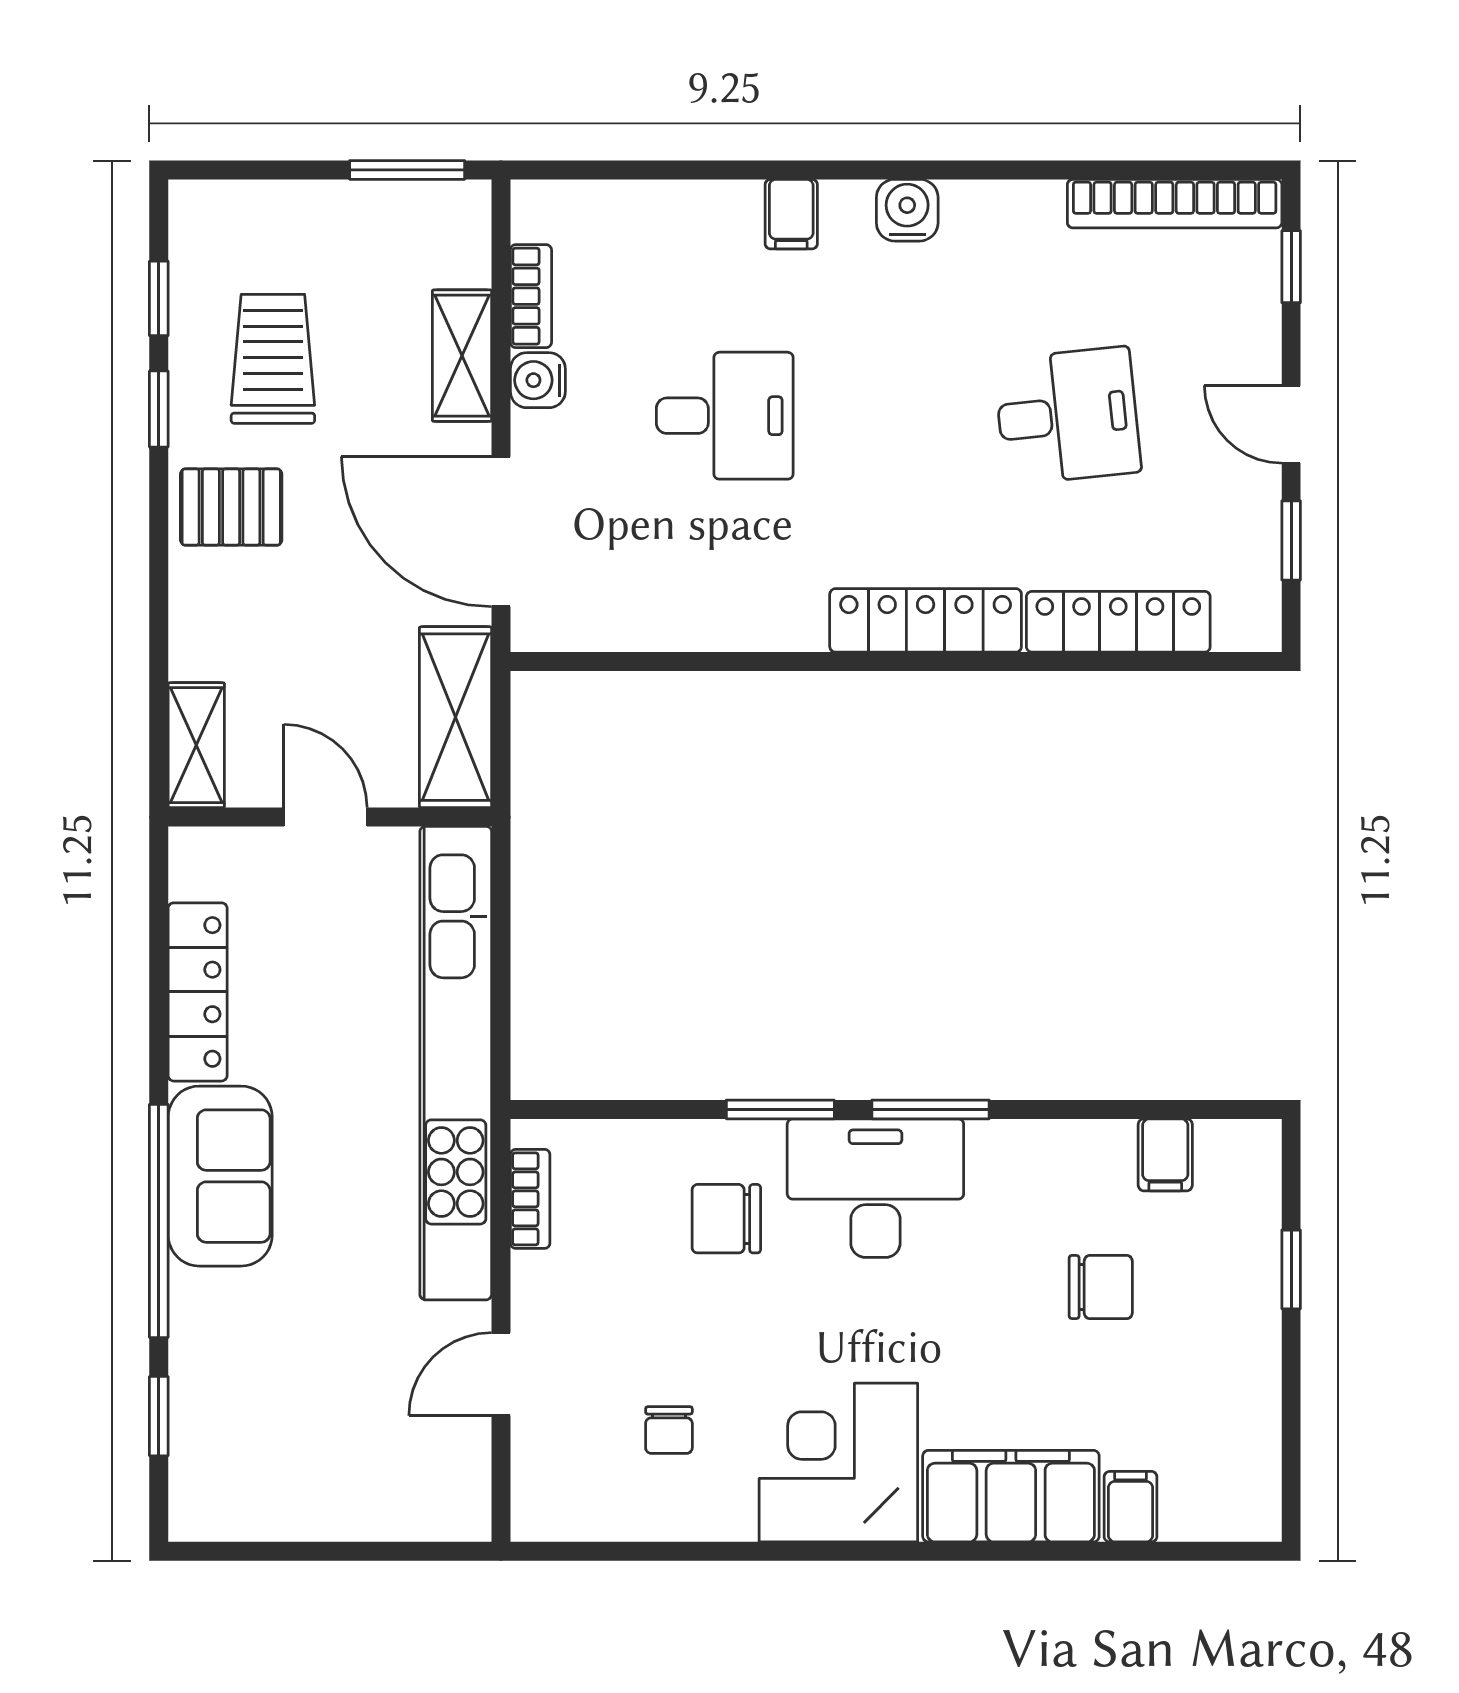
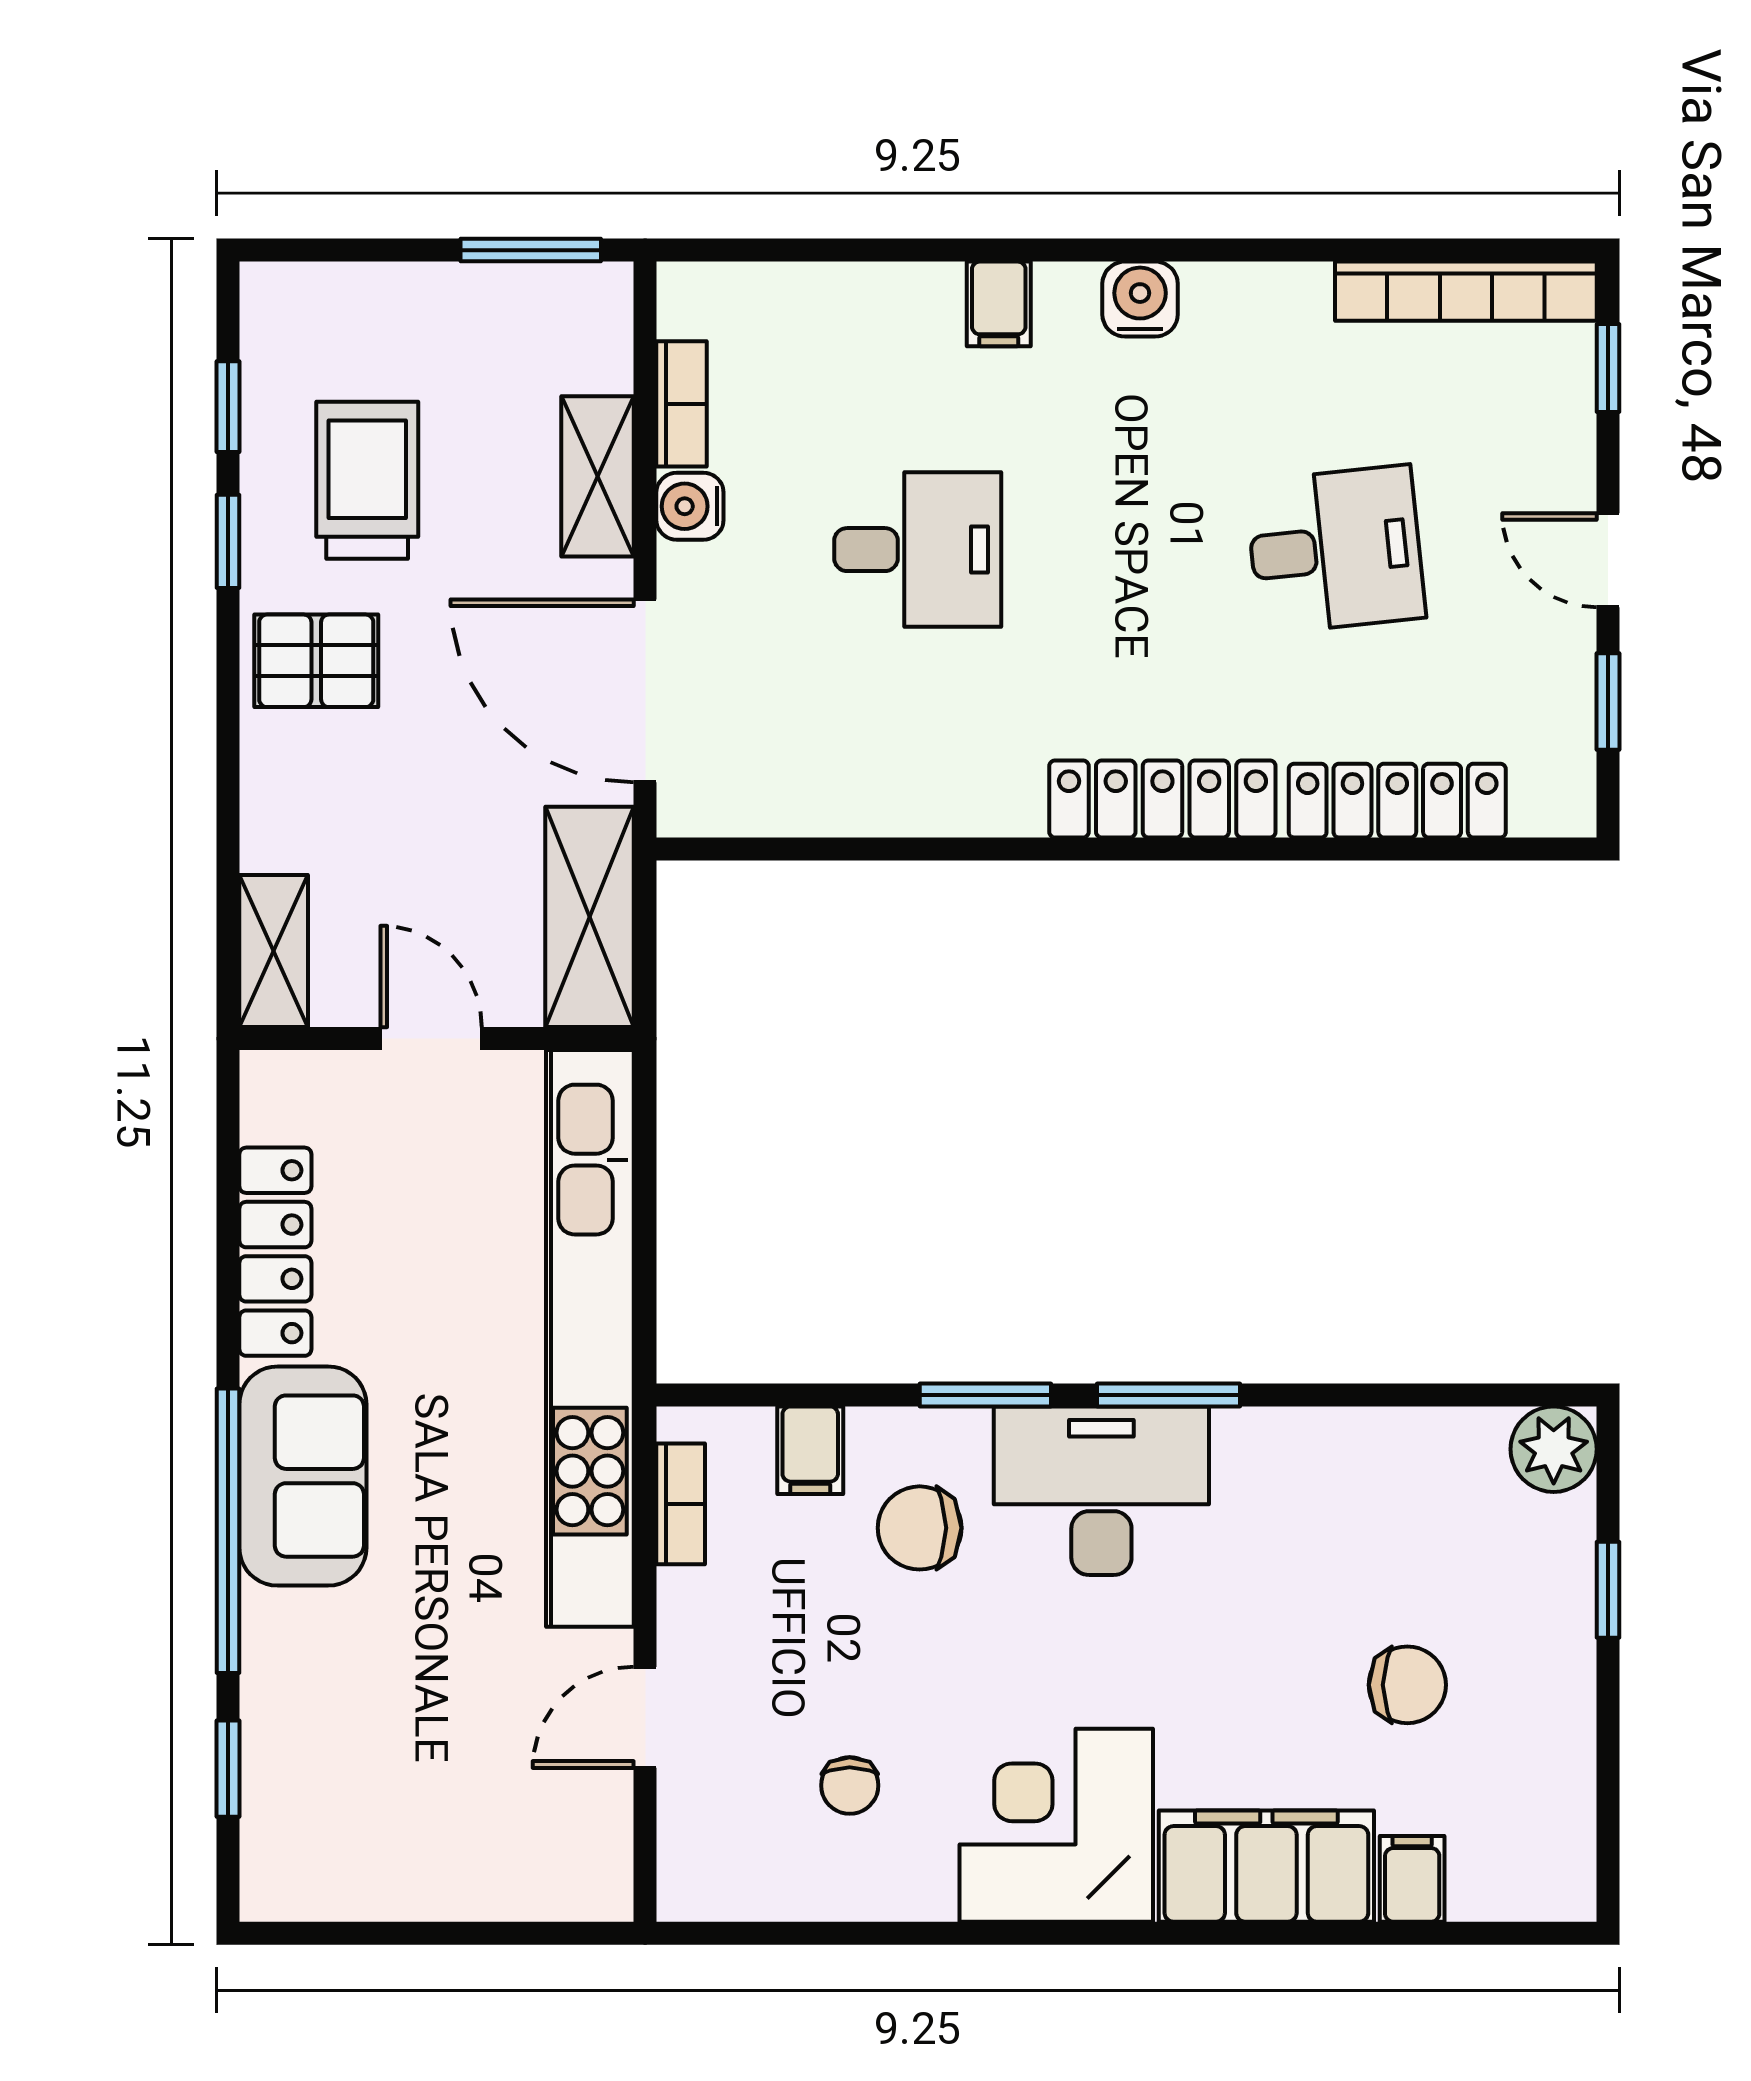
plant: (1247, 1154) -> (1554, 1449), added
filing cabinet: (1165, 1155) -> (810, 1450), moved
chair: (1101, 1287) -> (1407, 1685), moved

